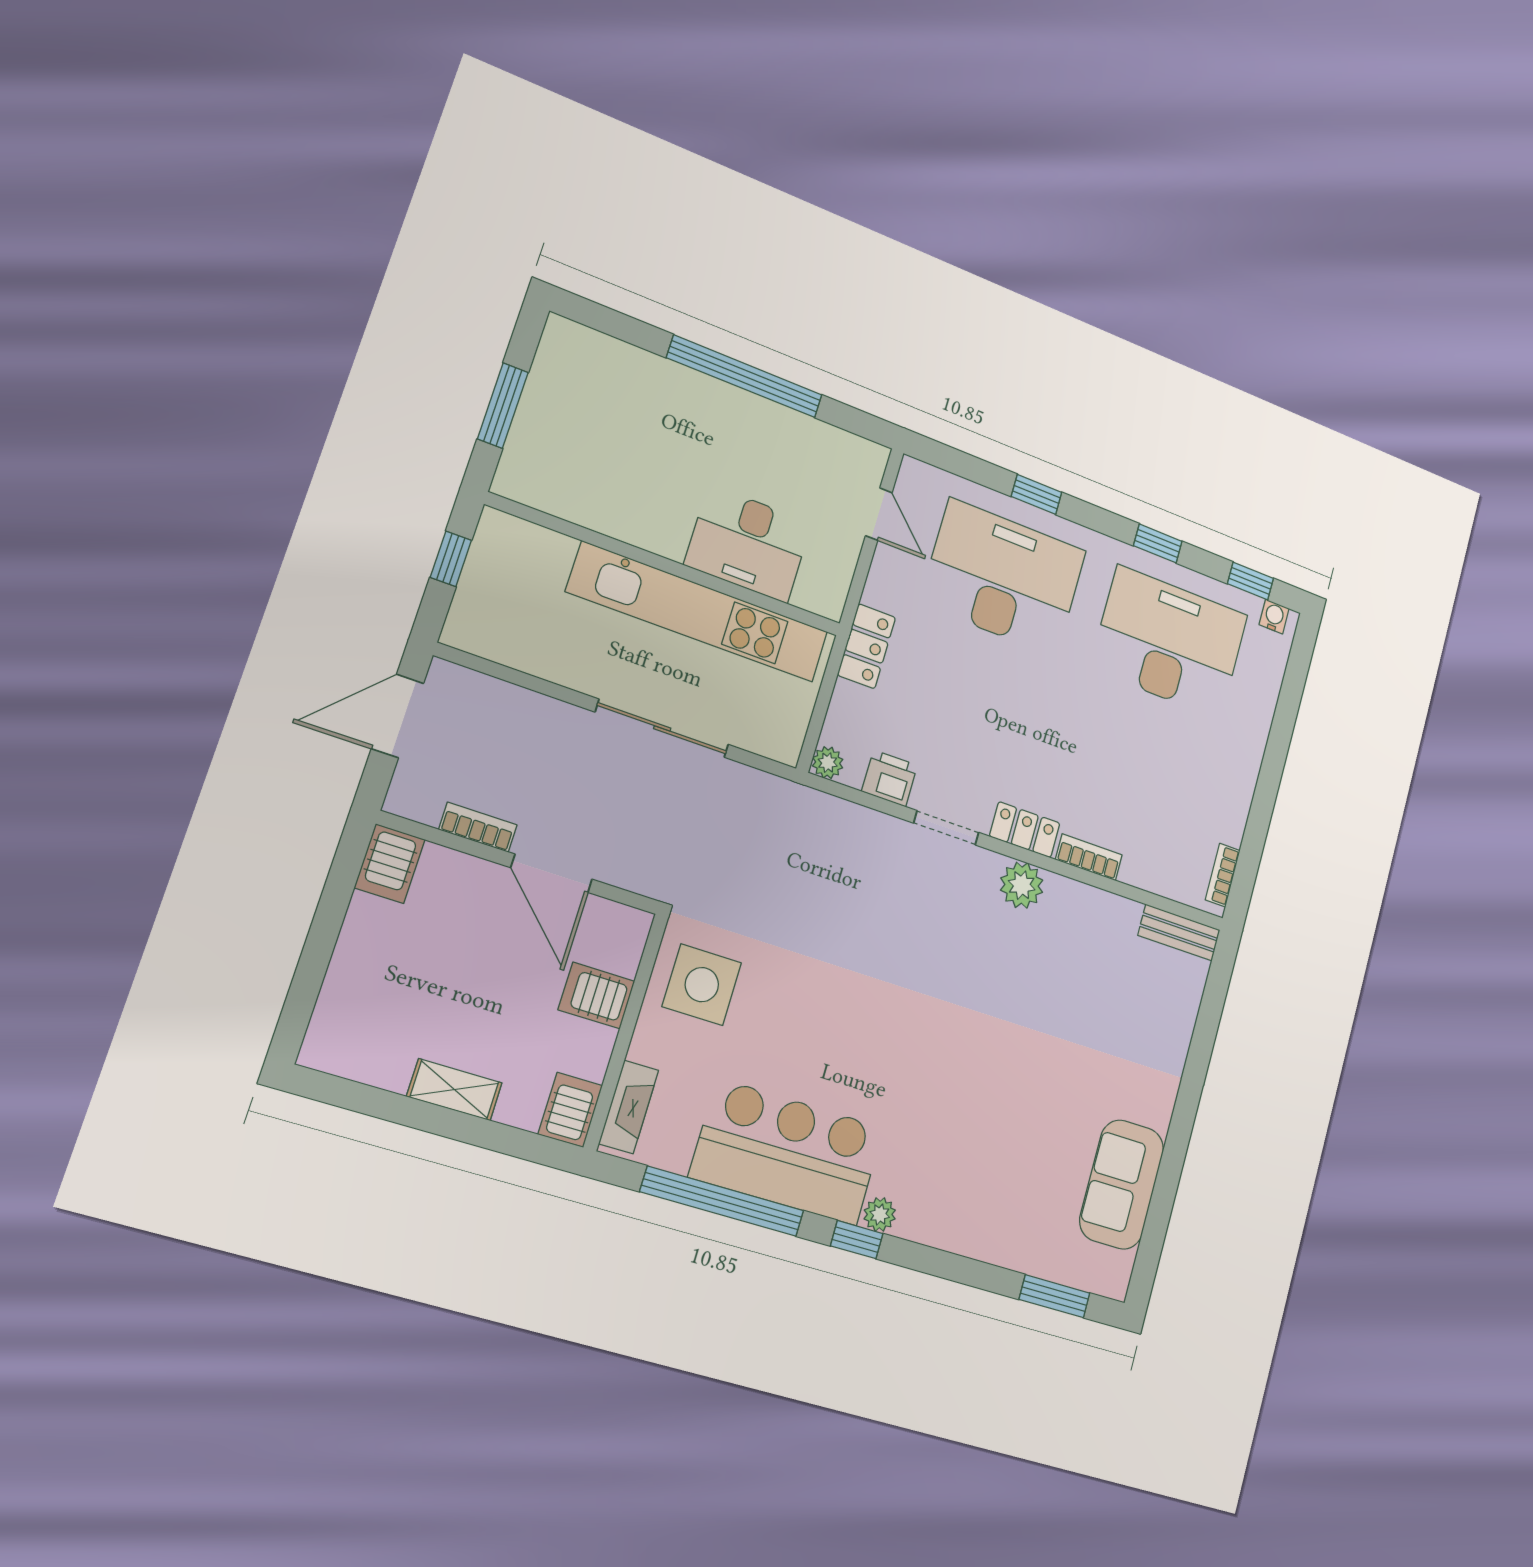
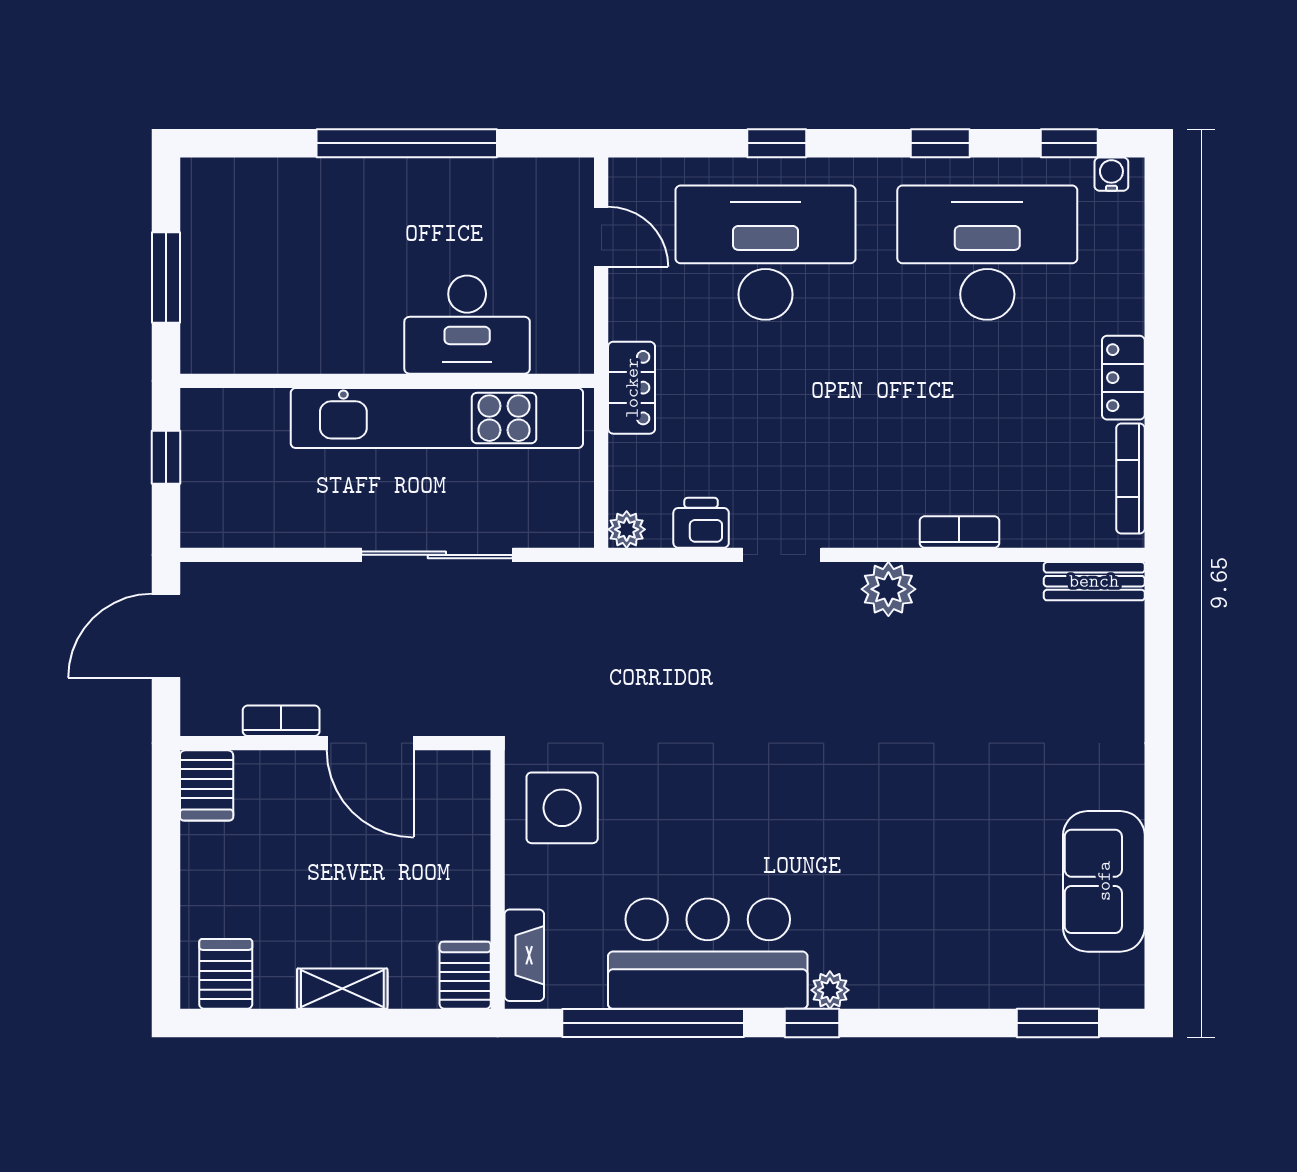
locker: (1025, 830) -> (1123, 378), moved, turned -90
bookcase: (1223, 875) -> (1130, 479), width x1.56
server rack: (597, 996) -> (226, 974), moved, turned 90

